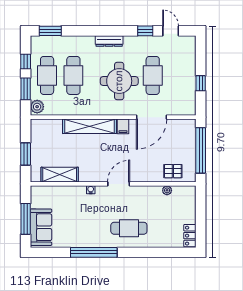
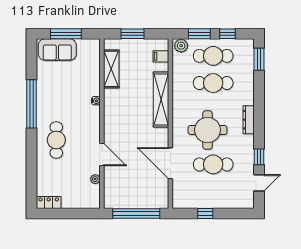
filing cabinet: (123, 126) -> (161, 56), moved
pallet: (173, 171) -> (115, 185), removed
door: (119, 184) -> (102, 155), moved

